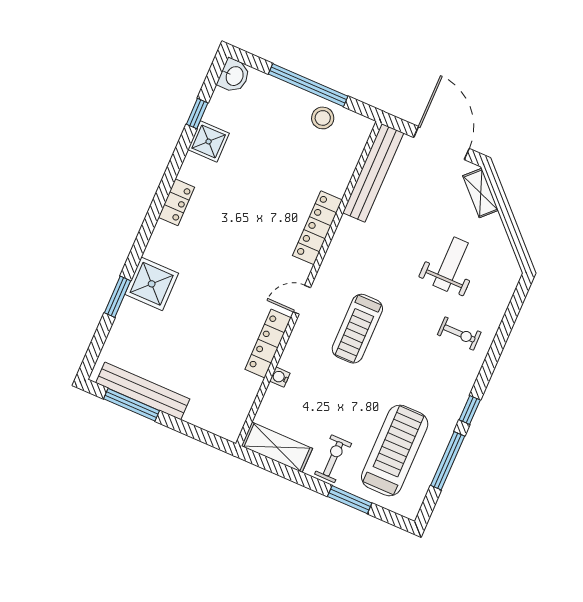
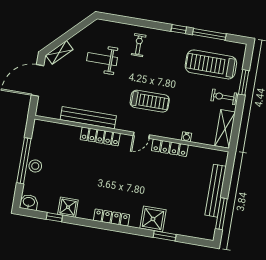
stool: (323, 118) -> (35, 166), moved
bench: (373, 173) -> (88, 118), moved
locker: (176, 202) -> (111, 218), width x1.53
door: (302, 300) -> (141, 135), hinge flipped
bench: (143, 391) -> (216, 191), moved

